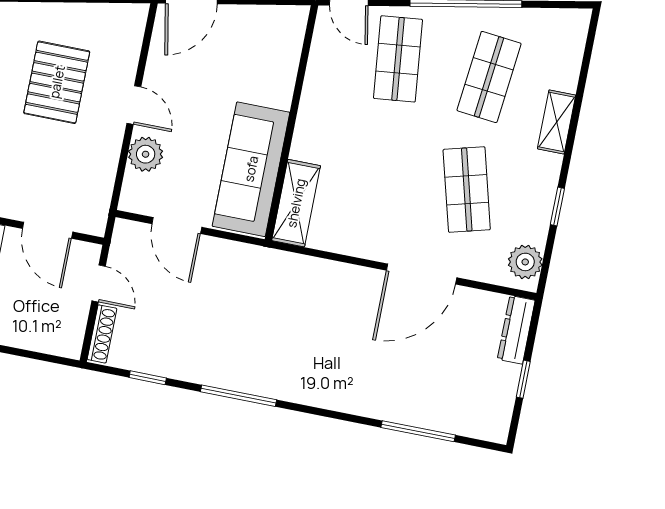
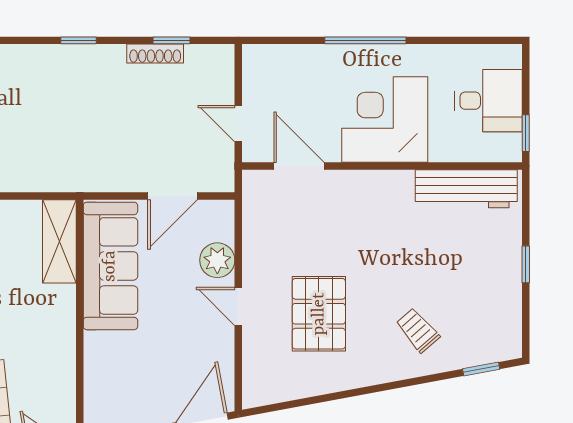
door: (177, 226) -> (173, 196), swing flipped
shoe rack: (102, 334) -> (155, 54), moved, turned -90
window: (239, 396) -> (78, 40), width x0.46

